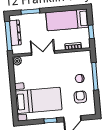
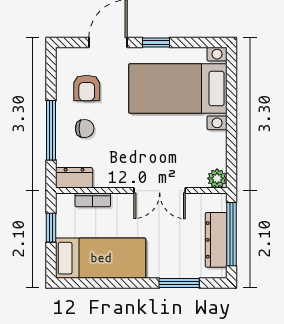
dresser: (83, 55) -> (74, 178), added

